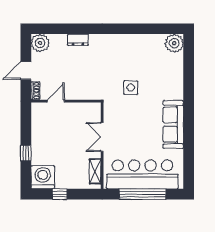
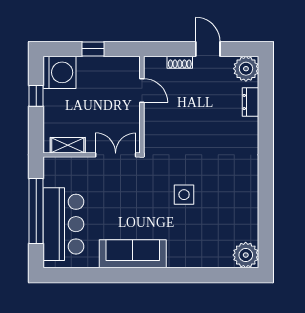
dresser: (78, 40) -> (251, 102), moved
door: (56, 101) -> (142, 90), moved
wall: (66, 101) -> (142, 105), moved
bar counter: (142, 174) -> (63, 224), width x0.73

